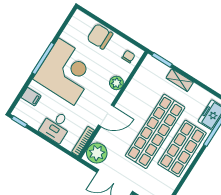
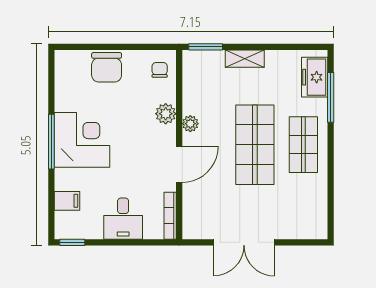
chair: (100, 36) -> (107, 67), turned -90
corner desk: (66, 72) -> (82, 140), width x0.74, depth x0.74
shop shelf: (155, 131) -> (255, 145), width x0.71
shop shelf: (182, 148) -> (303, 145), width x0.70, depth x0.74
plant: (97, 153) -> (190, 124), moved, width x0.53, depth x0.53

